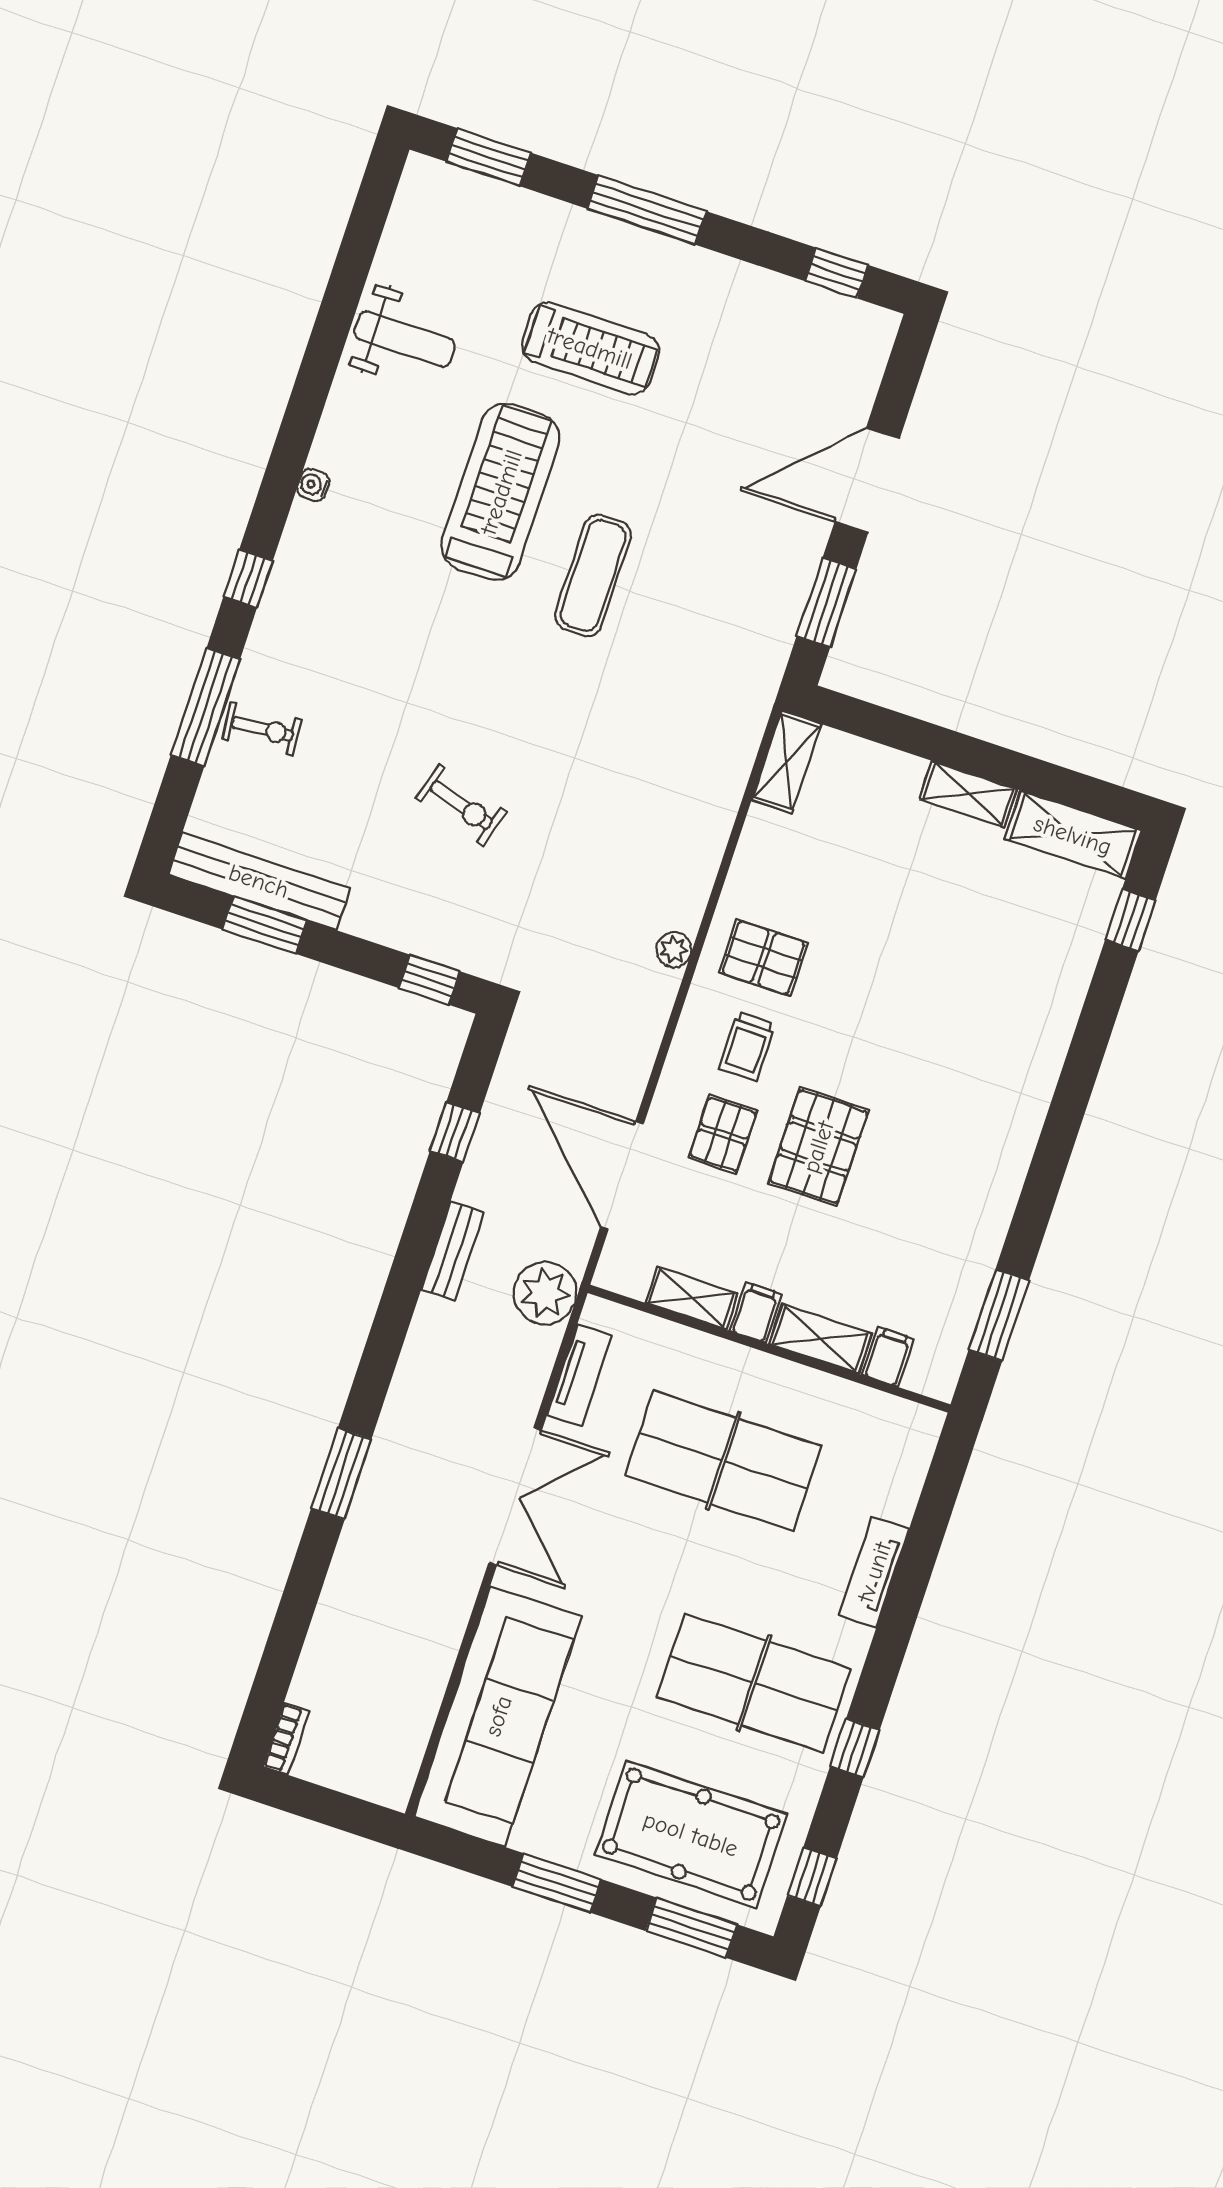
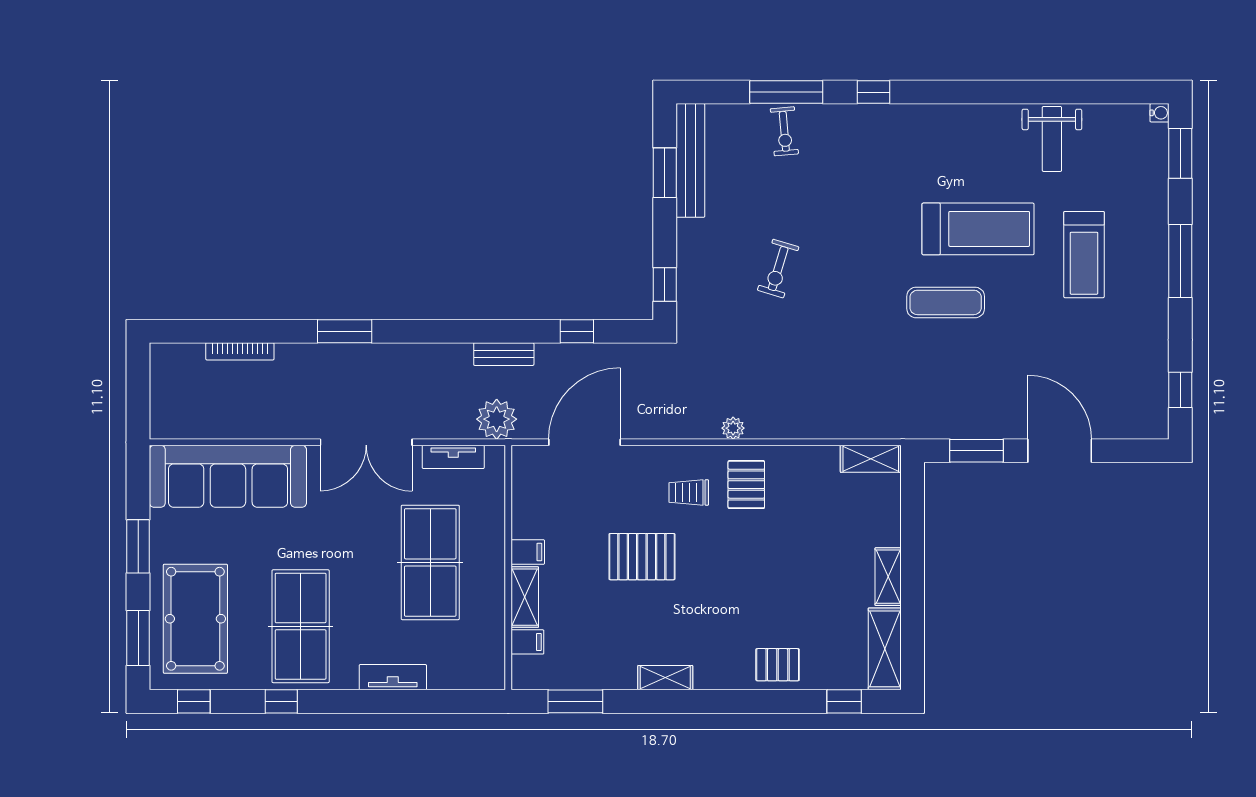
water cooler: (313, 485) -> (1159, 113), moved, turned 90
pallet: (723, 1134) -> (778, 665), moved
shelving: (692, 1298) -> (665, 678), moved, turned 90
bookcase: (286, 1739) -> (240, 351), moved, width x1.56

